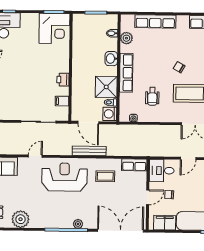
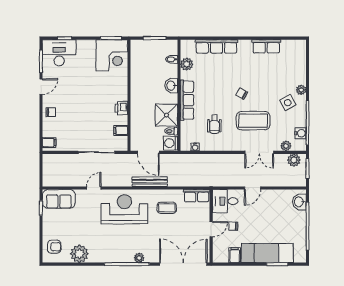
filing cabinet: (165, 223) -> (235, 255), width x0.50

